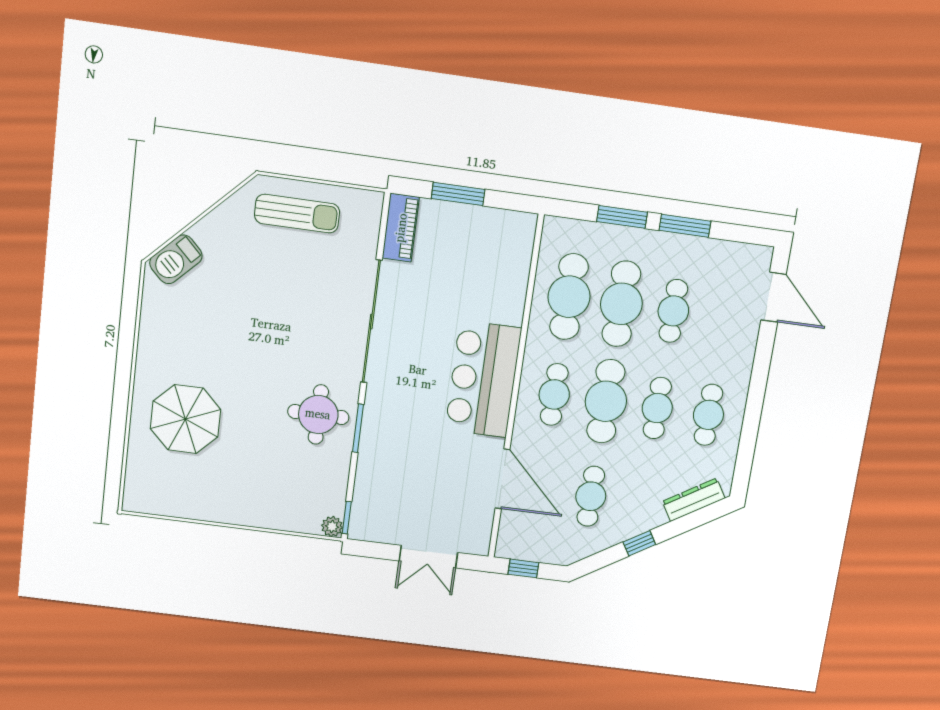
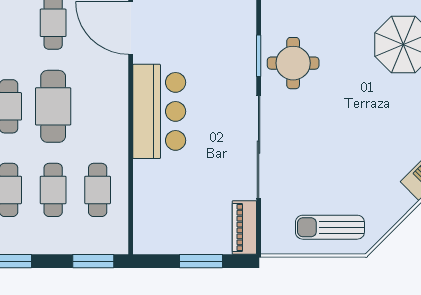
window: (622, 217) -> (93, 261), moved
cafe table: (569, 297) -> (98, 190), width x0.73, depth x0.74
cafe table: (621, 304) -> (53, 190), width x0.73, depth x0.74
cafe table: (554, 394) -> (98, 106), removed

